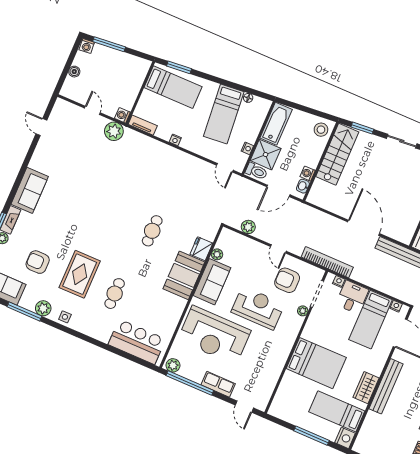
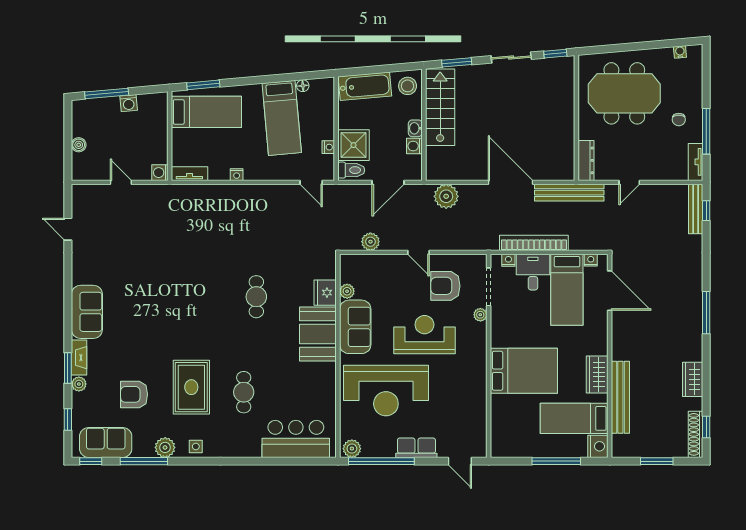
washing machine: (87, 46) -> (129, 103), moved
bathtub: (276, 124) -> (365, 86), moved, turned 85
plant: (114, 131) -> (446, 196), moved
washbasin: (303, 186) -> (415, 128), moved
bookcase: (327, 262) -> (534, 243), moved
bench: (386, 386) -> (620, 397), moved

